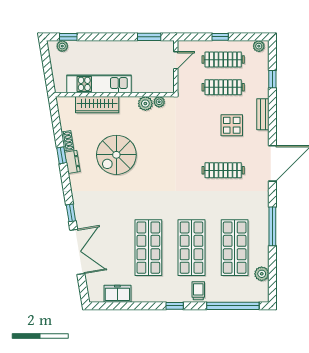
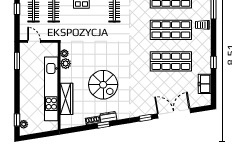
kitchen unit: (99, 84) -> (51, 89), width x1.36
window: (175, 306) -> (214, 62), moved

